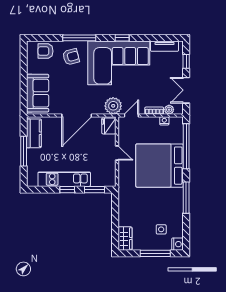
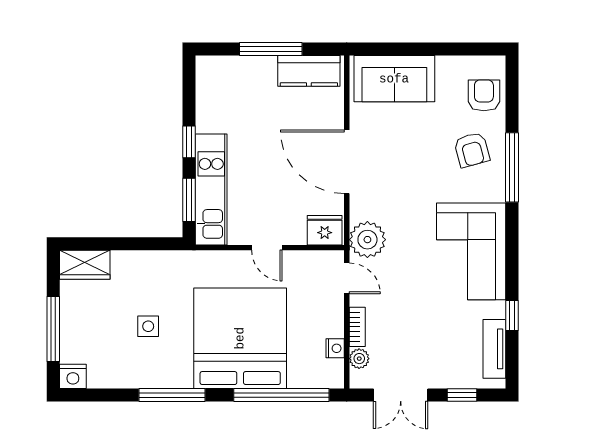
window: (122, 38) -> (512, 315), moved
corner sofa: (119, 63) -> (471, 251), width x0.73, depth x0.74
double door: (186, 90) -> (401, 395), swing flipped
door: (117, 153) -> (267, 248), hinge flipped
kitchen unit: (64, 179) -> (211, 189), moved
side table: (161, 229) -> (148, 326), moved

